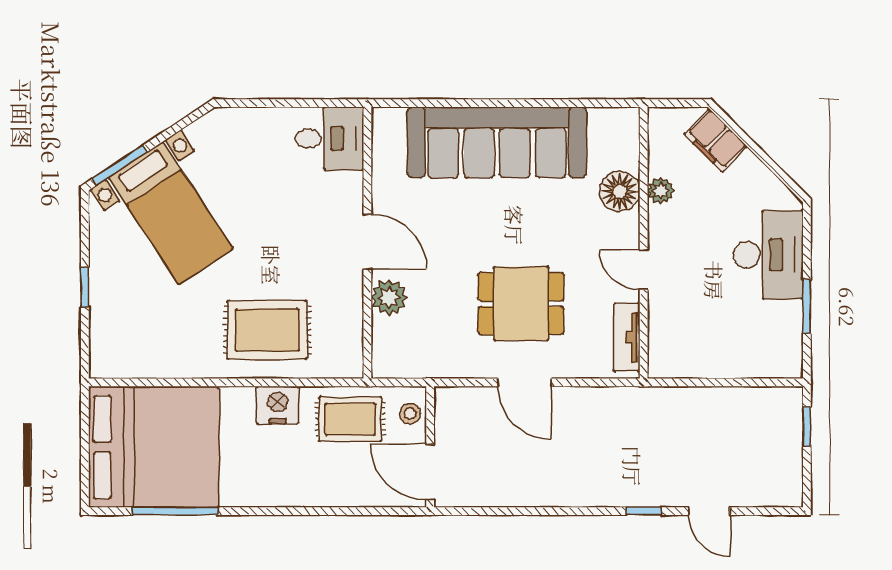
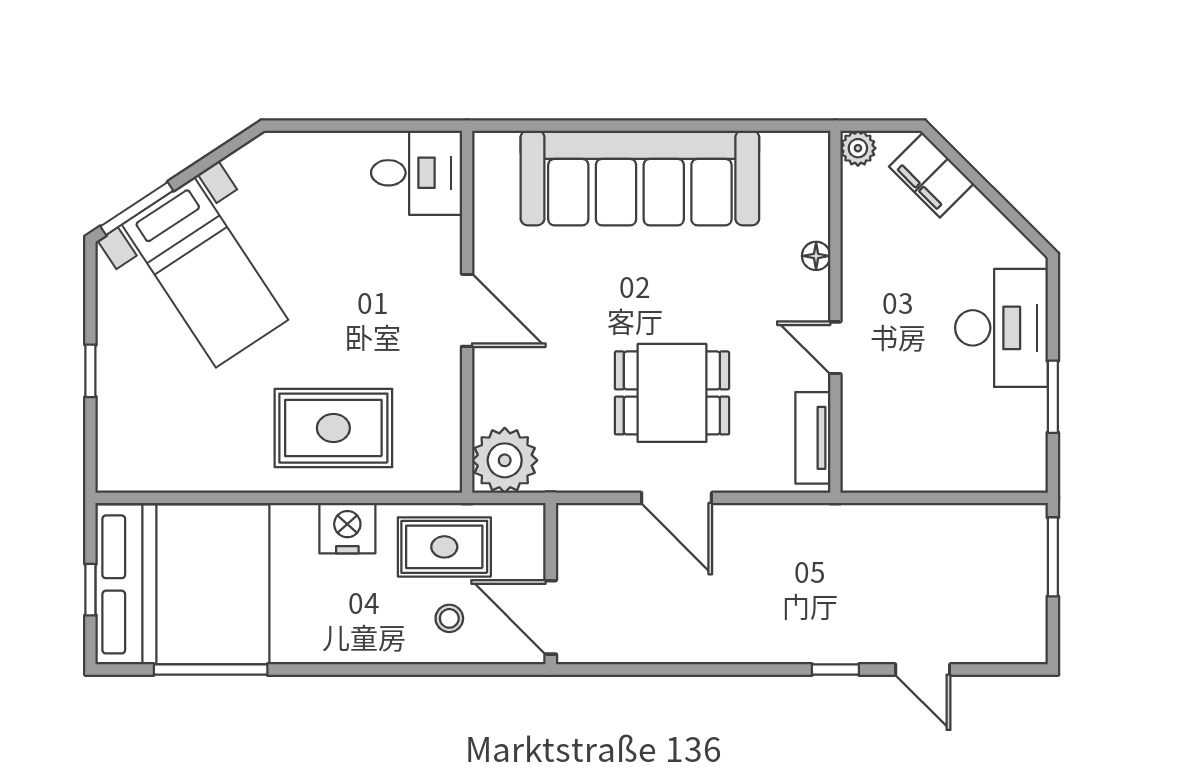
floor lamp: (620, 191) -> (816, 256), width x0.53, depth x0.53
plant: (661, 191) -> (858, 148), moved
plant: (389, 297) -> (505, 460), moved, width x1.36, depth x1.36
stool: (410, 413) -> (449, 618), moved
window: (807, 427) -> (1053, 557), width x1.50
window: (85, 451) -> (90, 590), added

